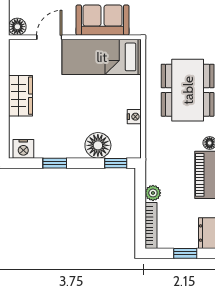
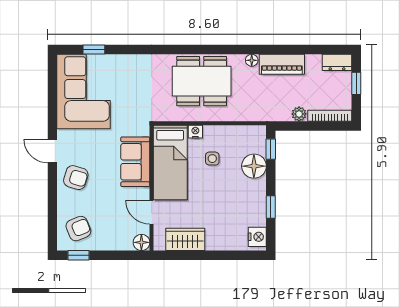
wardrobe: (21, 96) -> (185, 239), moved
side table: (106, 101) -> (212, 159), added
nightstand: (134, 117) -> (195, 132), moved

